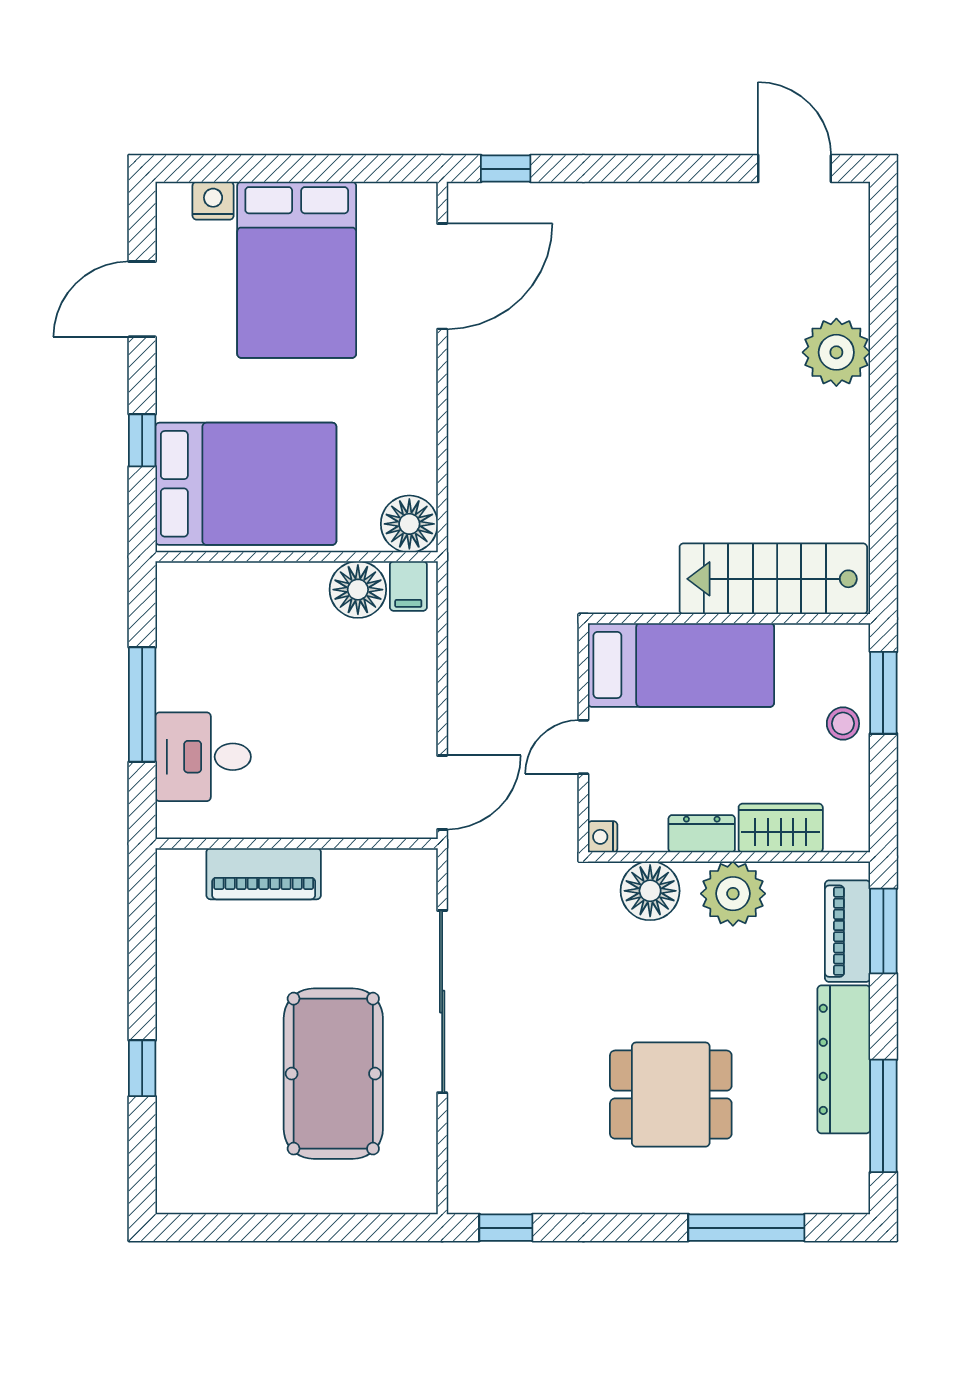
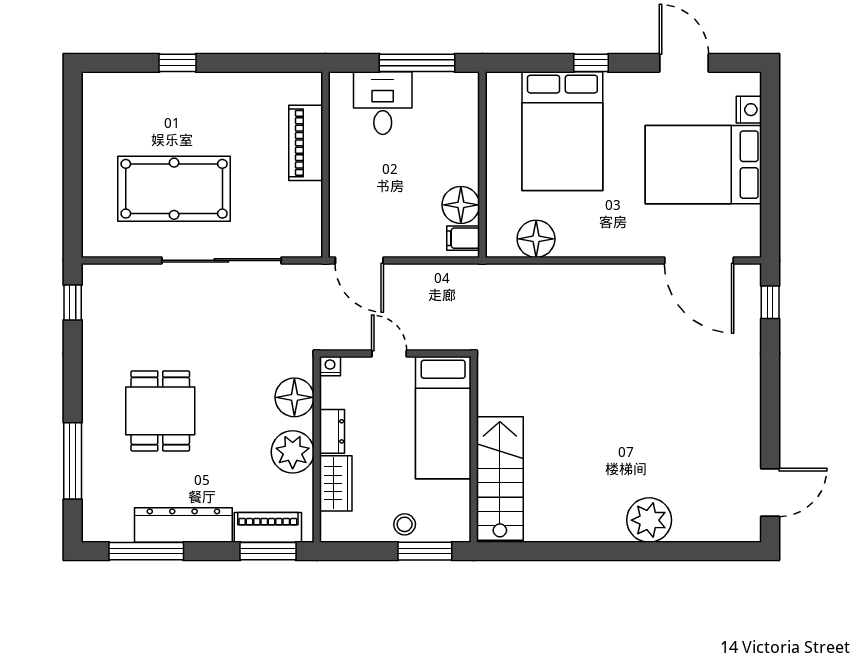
wall: (297, 557) -> (482, 165), moved
filing cabinet: (408, 586) -> (463, 238), moved
floor lamp: (358, 590) -> (461, 205), moved

